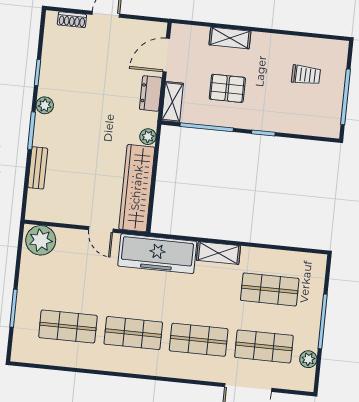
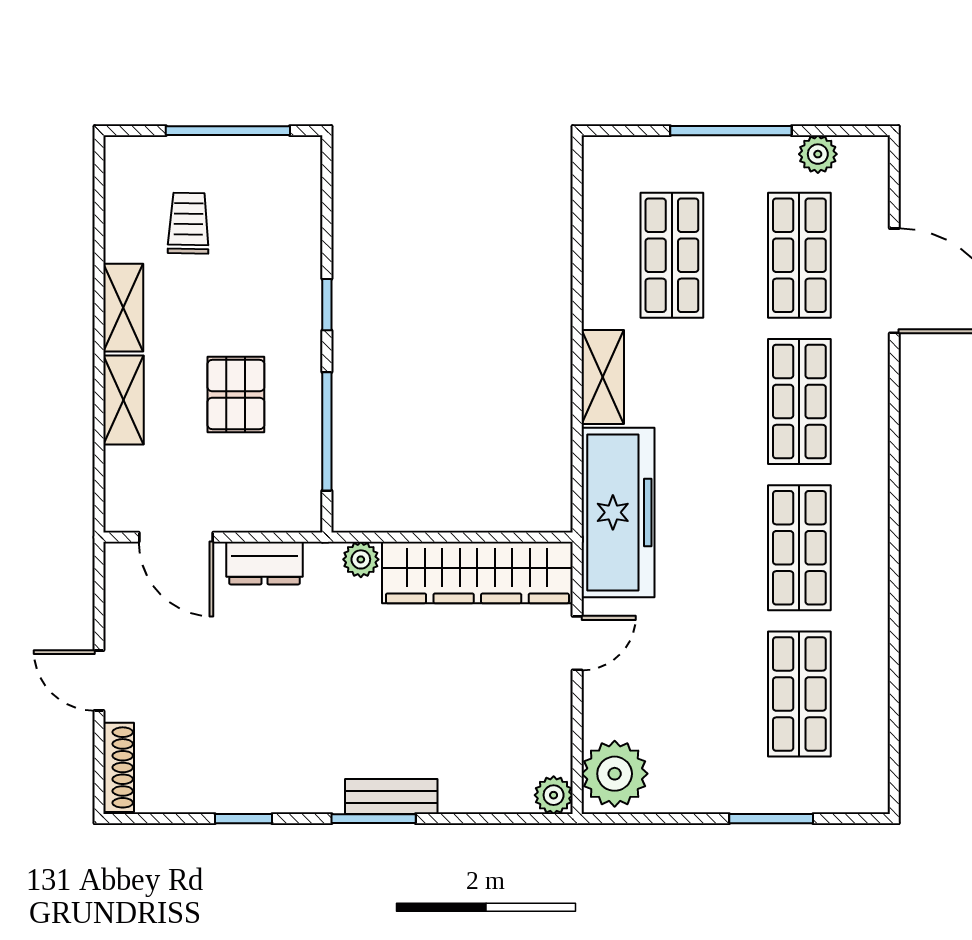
shoe rack: (72, 20) -> (119, 767), width x1.43
shelving: (172, 102) -> (123, 308), moved, turned 90
plant: (45, 105) -> (554, 795), moved
bench: (38, 168) -> (391, 797), moved

